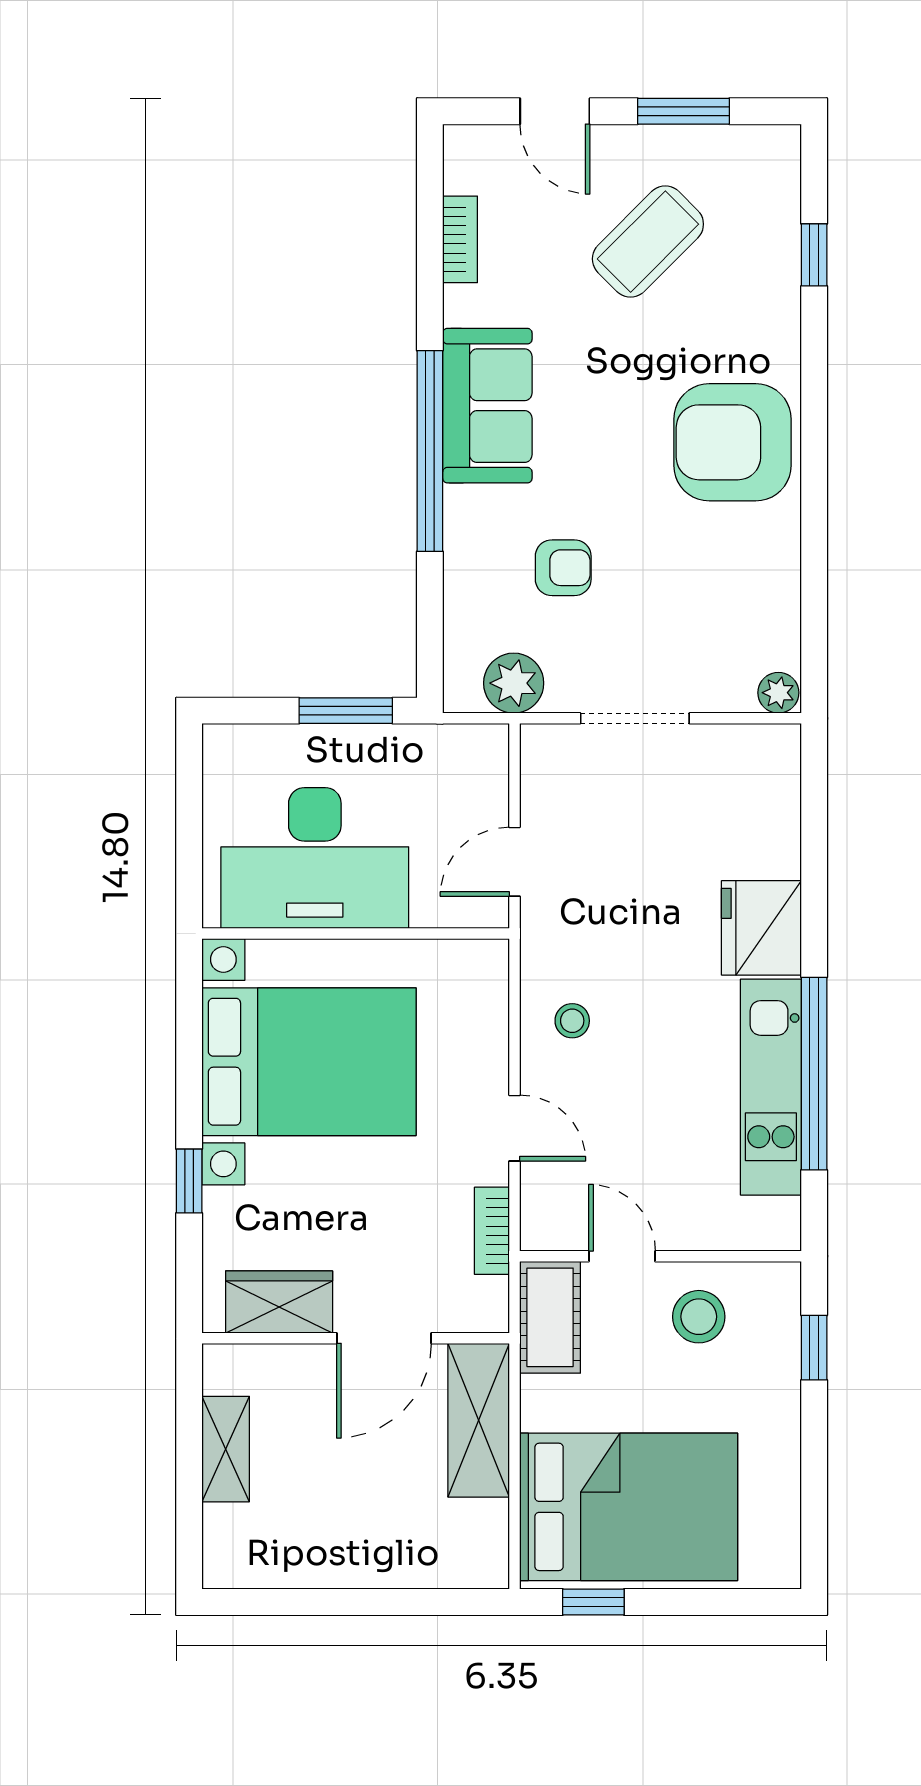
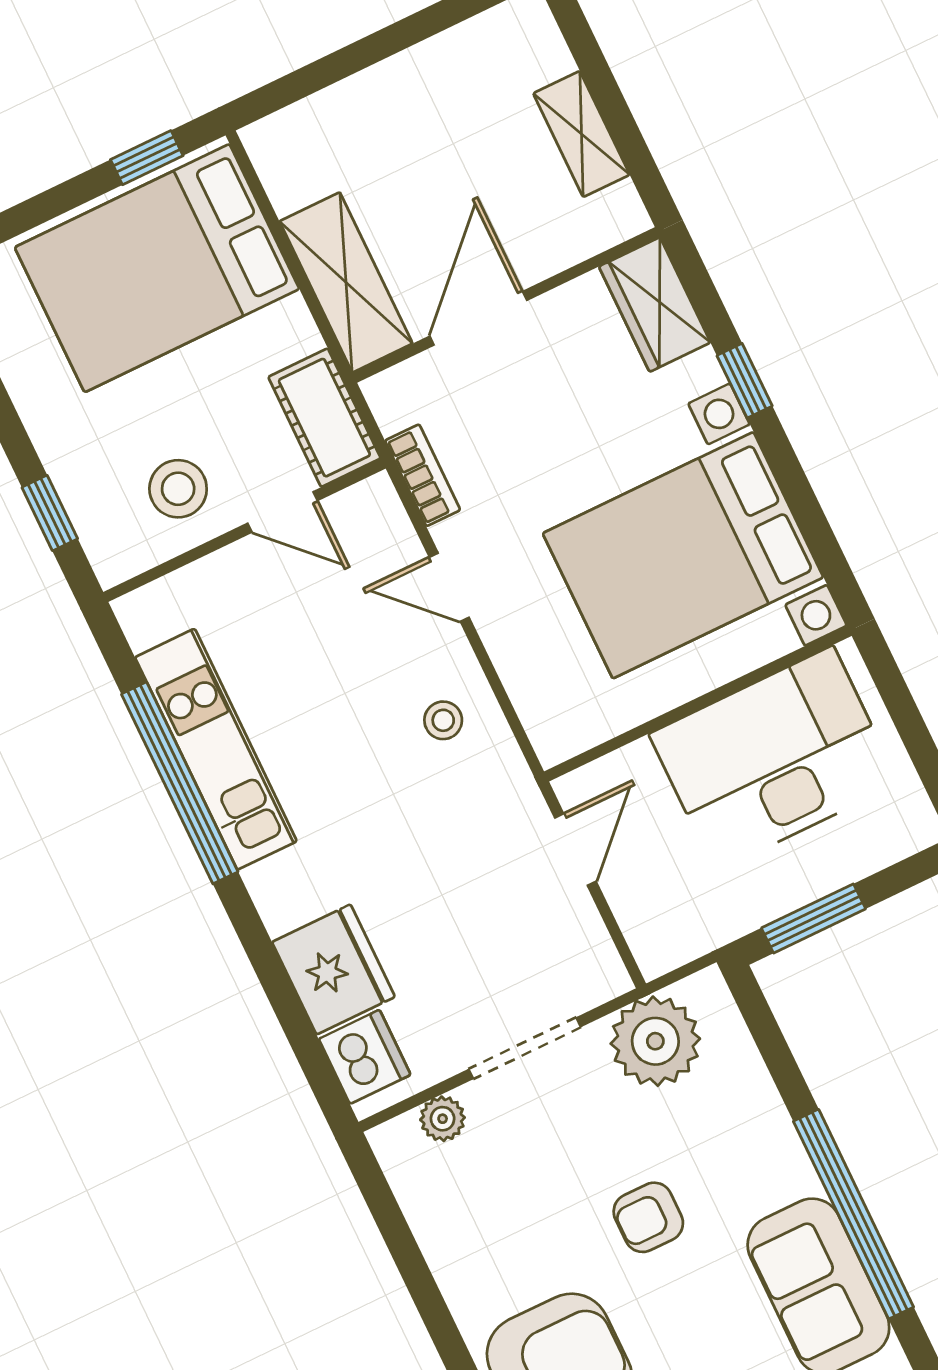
armchair: (563, 568) -> (648, 1217), moved
plant: (514, 683) -> (655, 1041), width x1.36, depth x1.36
plant: (778, 693) -> (443, 1119), moved
dishwasher: (770, 775) -> (365, 1057), added
fridge: (761, 928) -> (333, 969), moved
wardrobe: (279, 1302) -> (655, 304), moved, turned 90

